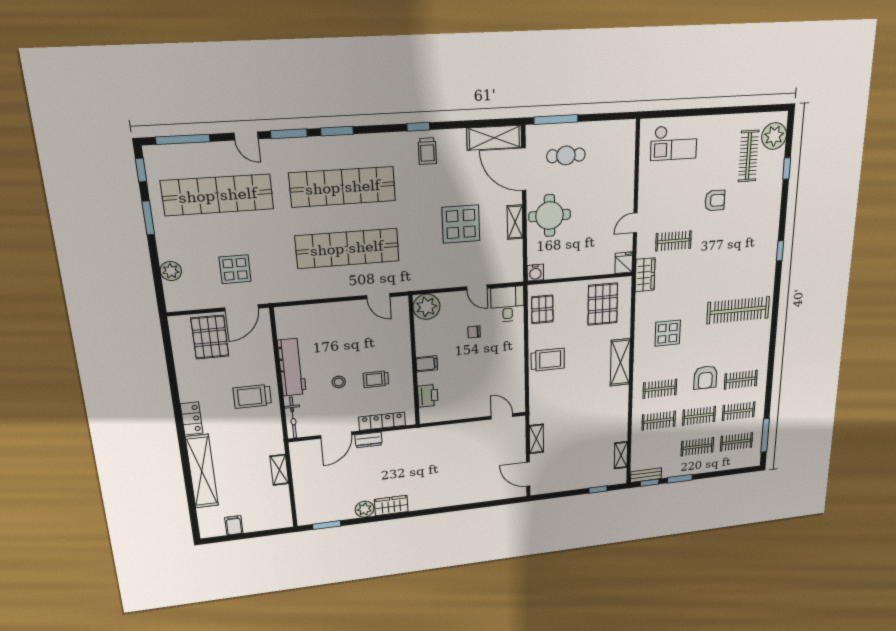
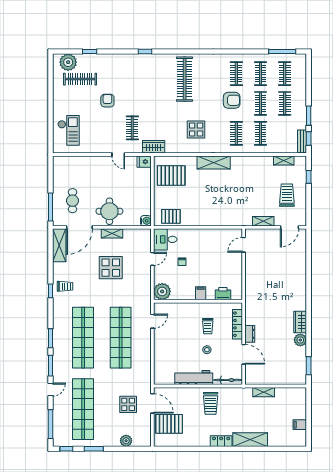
trolley: (548, 360) -> (287, 195), moved
shelving: (202, 471) -> (250, 440), width x0.68

